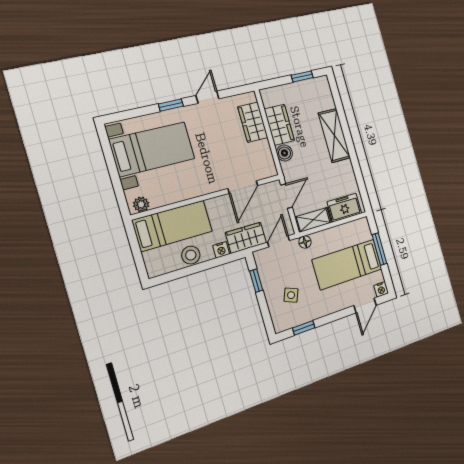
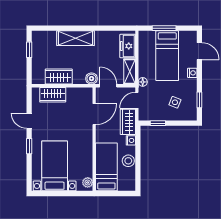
boiler: (284, 153) -> (92, 79), moved
door: (243, 187) -> (94, 114), hinge flipped
door: (279, 241) -> (137, 100), hinge flipped
nightstand: (381, 289) -> (192, 73), moved

